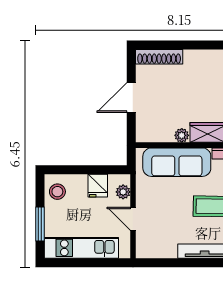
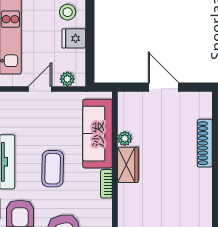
shoe rack: (159, 57) -> (205, 143), moved
fridge: (98, 186) -> (74, 38), moved

